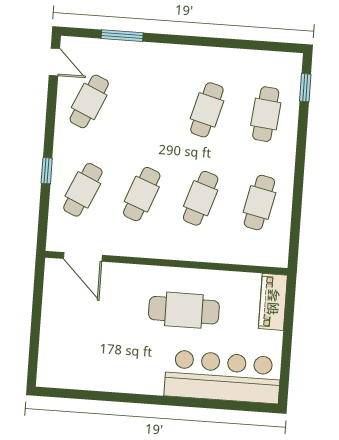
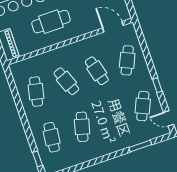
window: (47, 171) -> (157, 85), moved
cafe table: (142, 194) -> (97, 71), turned -36
cafe table: (201, 198) -> (66, 81), turned -39

